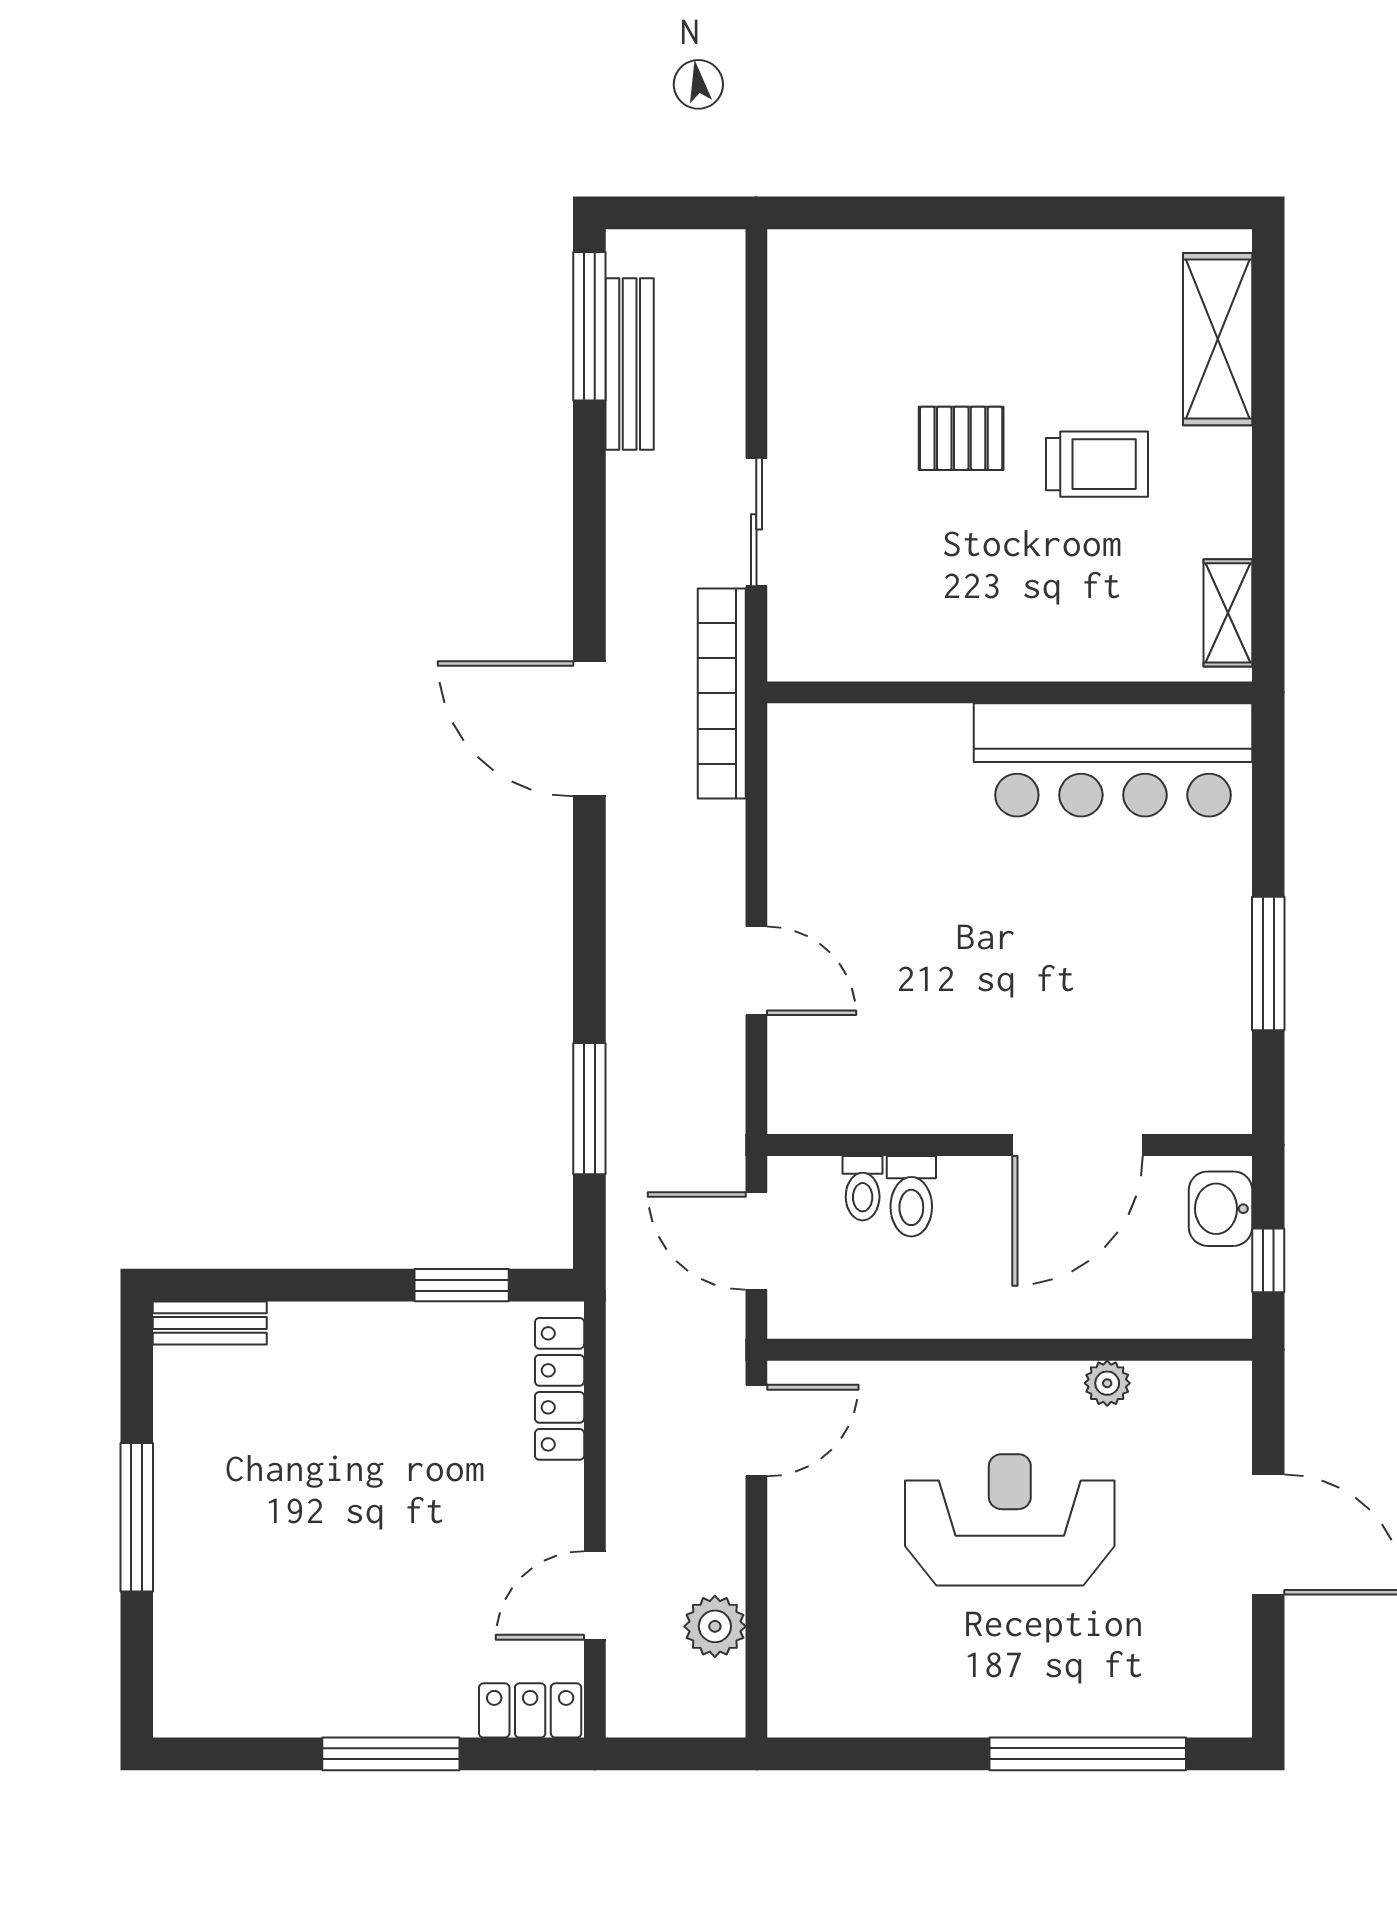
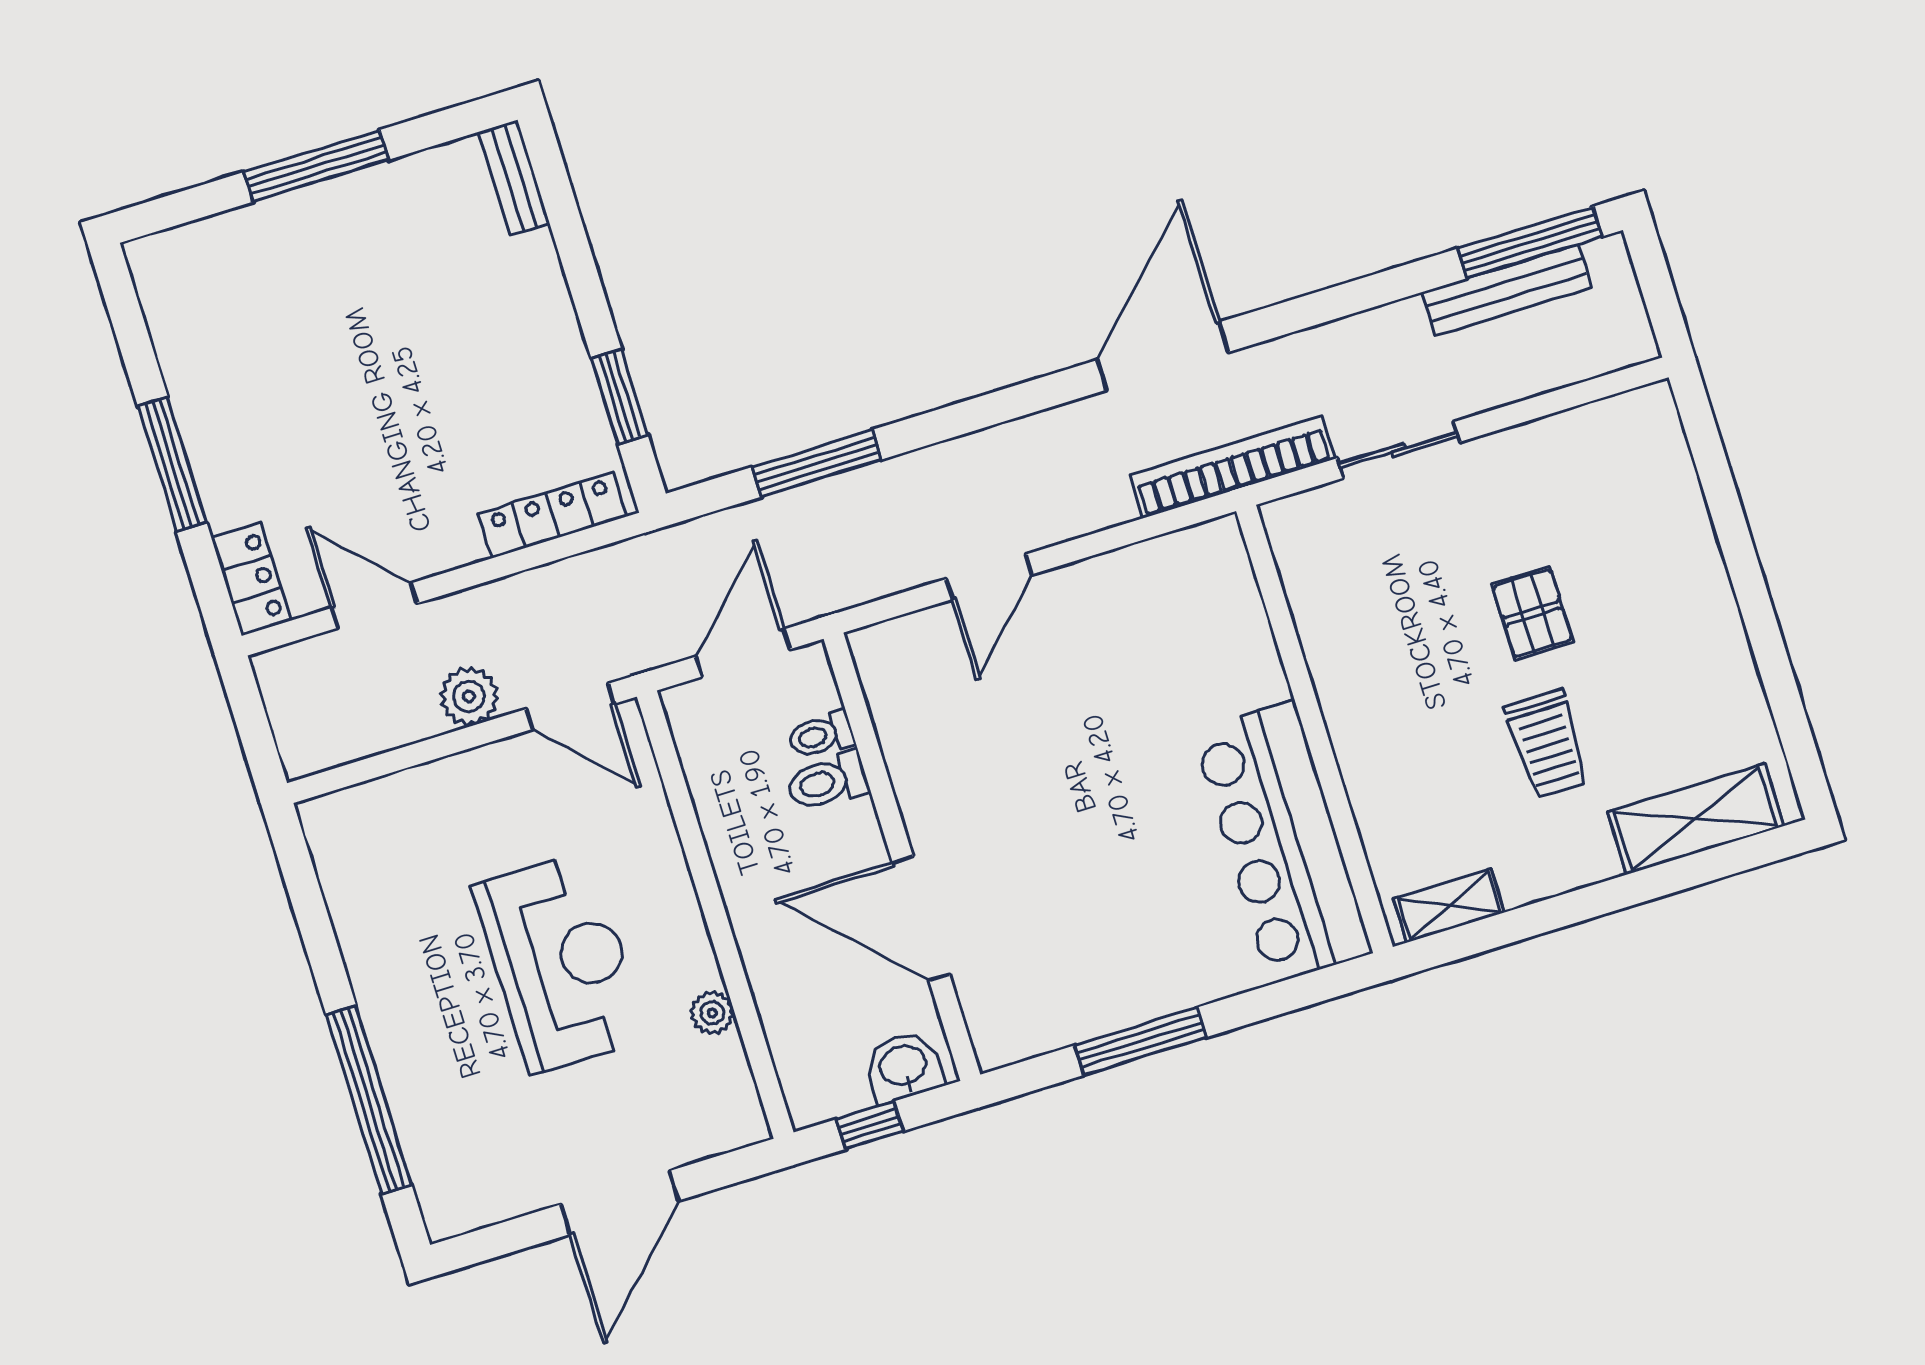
plant: (715, 1626) -> (469, 696), moved

